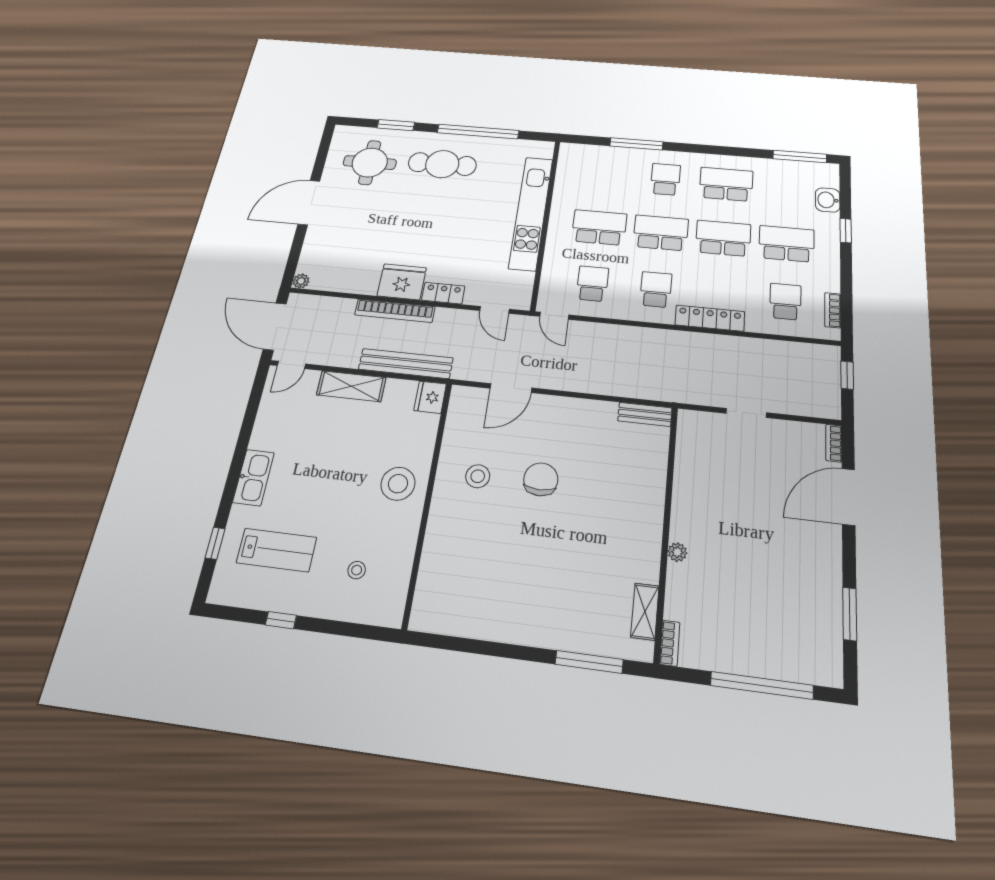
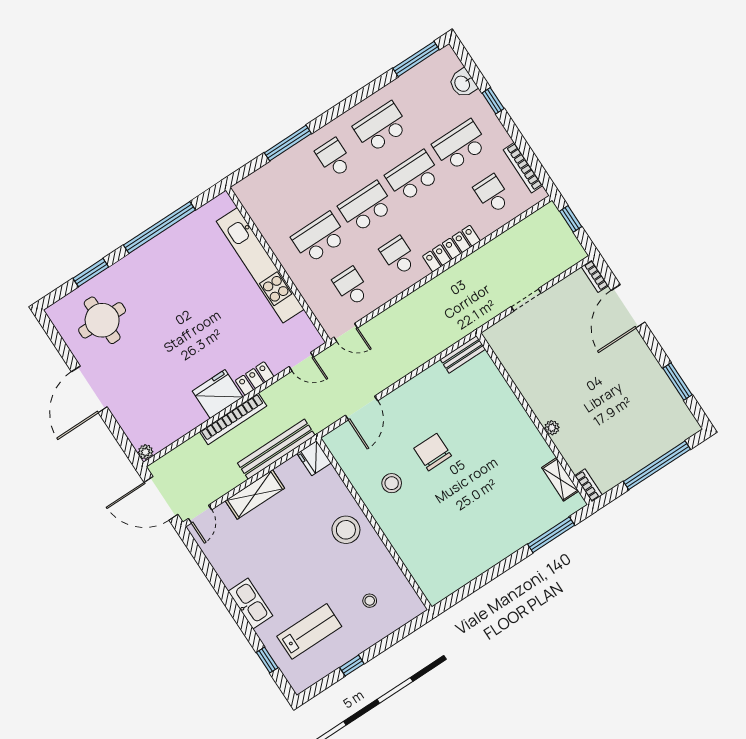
cafe table: (442, 164) -> (158, 277), removed
bookcase: (833, 310) -> (523, 168), width x1.56

